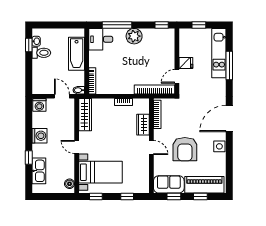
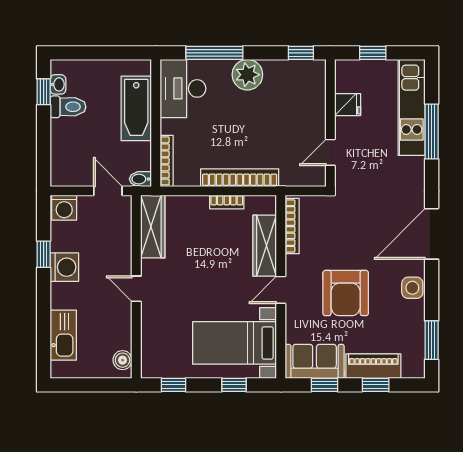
desk: (101, 39) -> (183, 88), width x1.37
fridge: (186, 63) -> (348, 105), moved
bookcase: (155, 89) -> (240, 178), moved
wardrobe: (143, 125) -> (265, 246), width x1.50
door: (151, 147) -> (281, 290), swing flipped
window: (29, 158) -> (44, 254), moved
bed with nightstands: (101, 172) -> (234, 343), moved, turned 180
window: (229, 173) -> (432, 340), added
piano: (204, 185) -> (373, 366), width x0.73, depth x0.75

